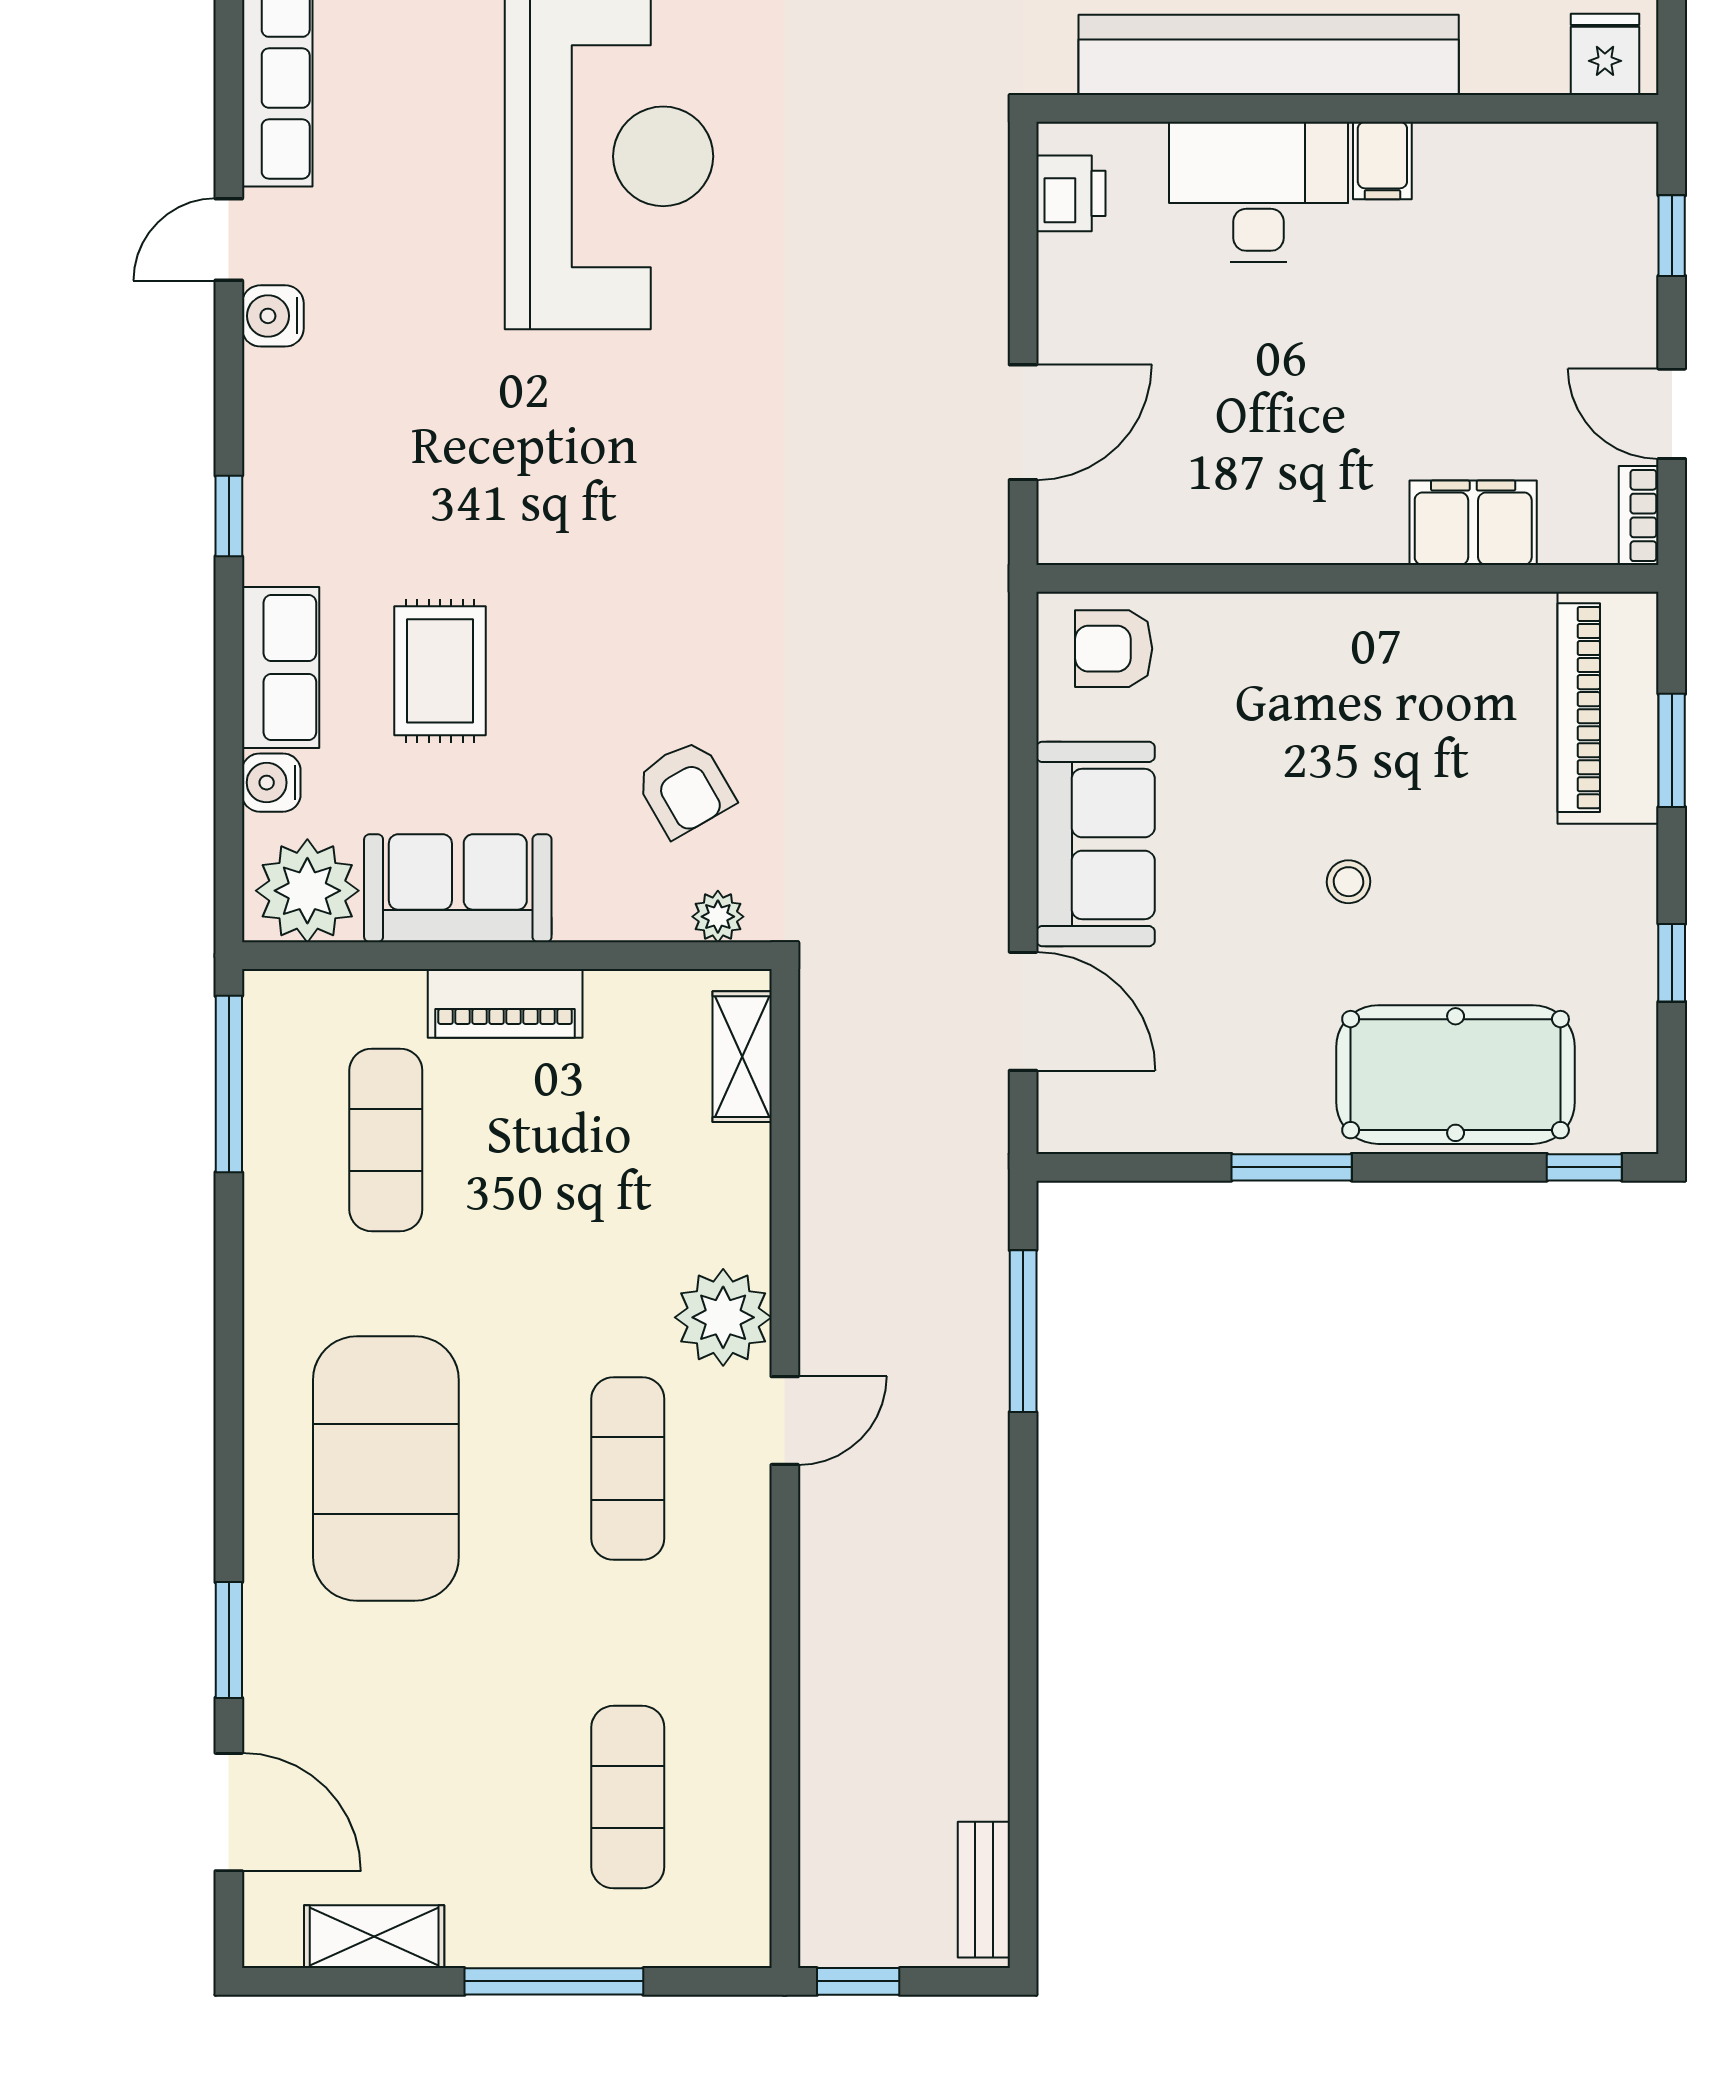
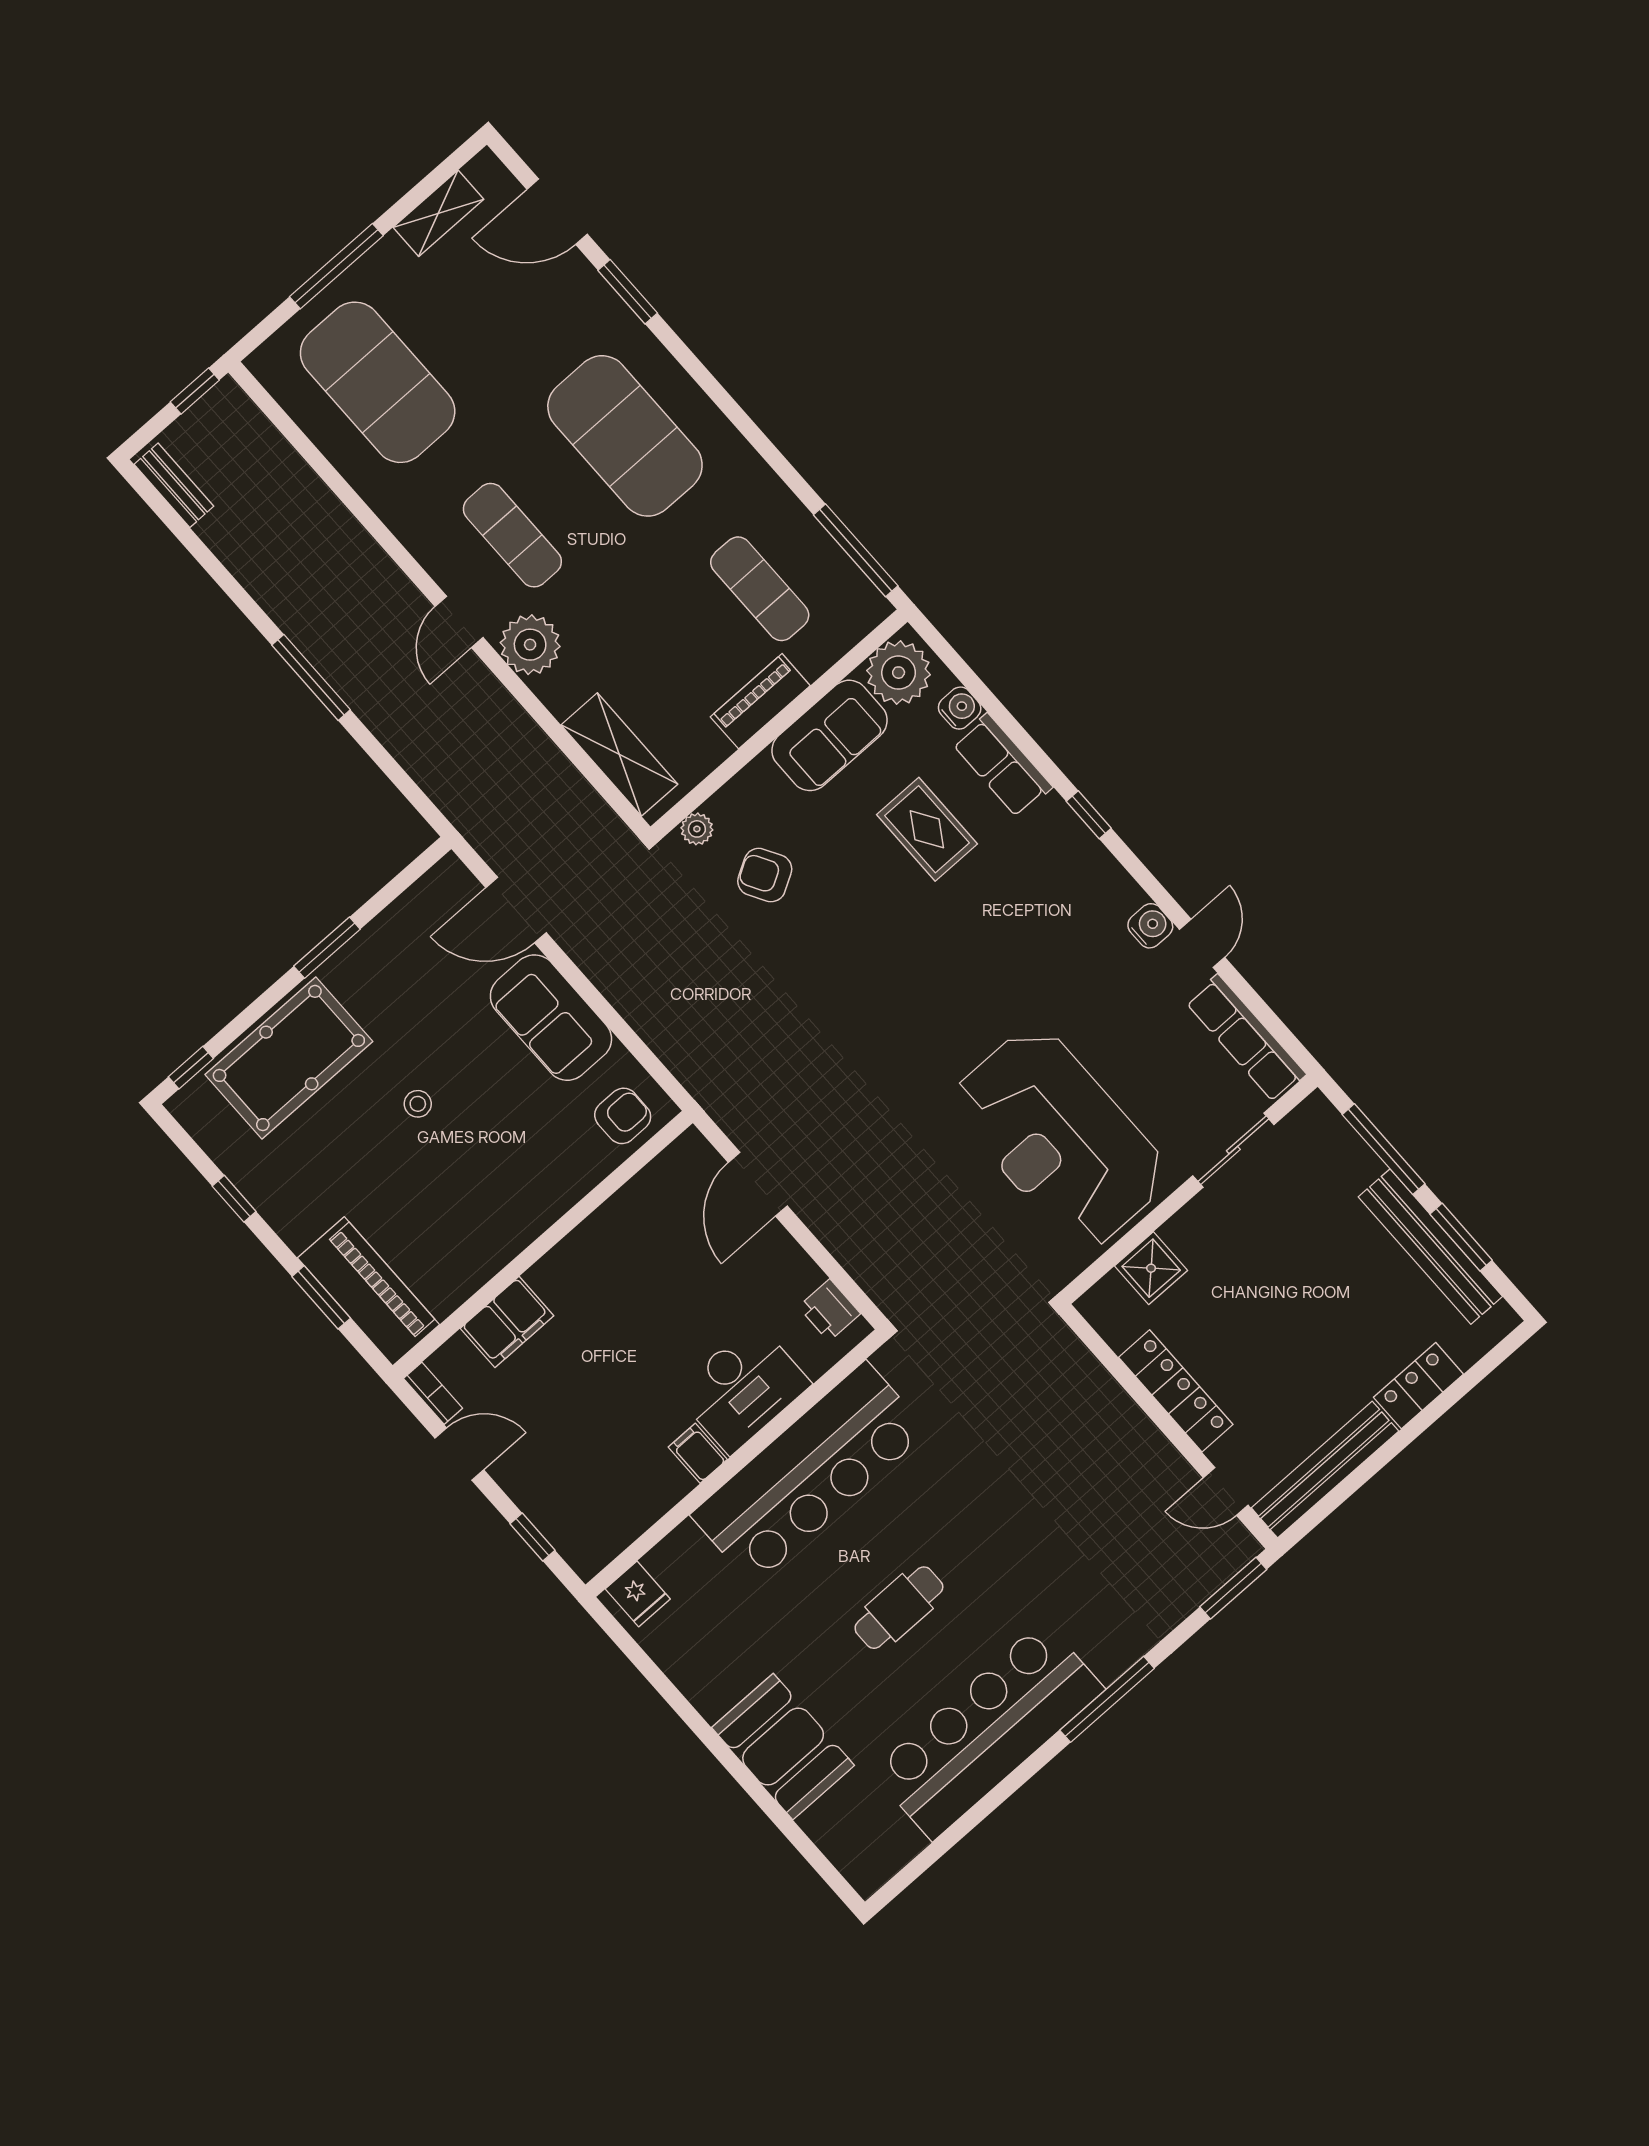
shelving: (742, 1057) -> (619, 754), width x1.50, depth x1.33
window: (1023, 1331) -> (311, 677), moved
exercise mat: (628, 1797) -> (378, 382), width x2.00, depth x1.45

